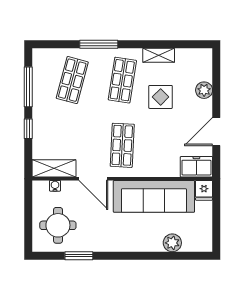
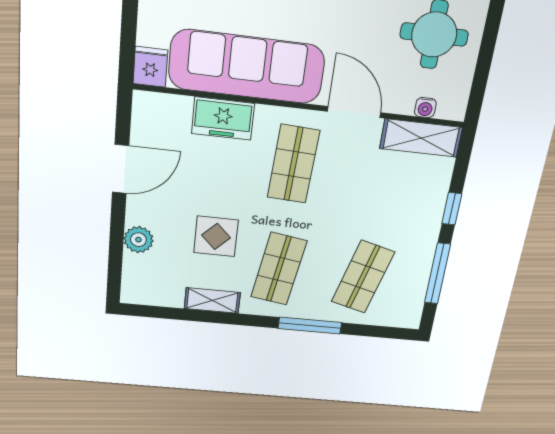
freezer: (196, 167) -> (223, 119), moved

